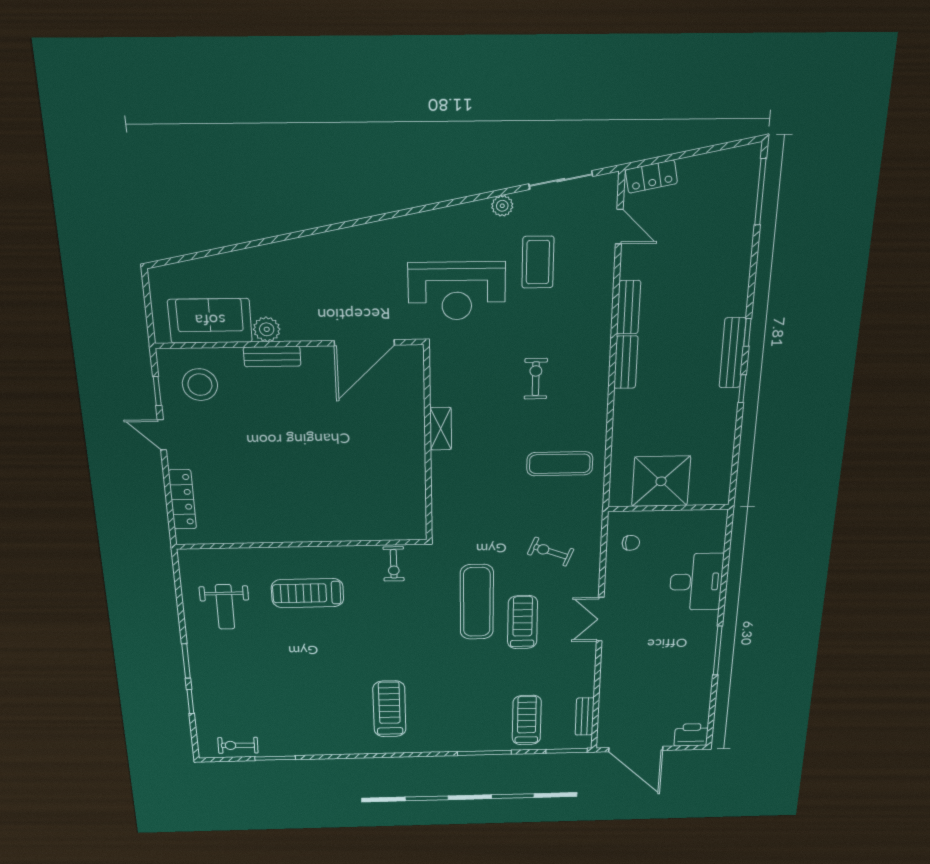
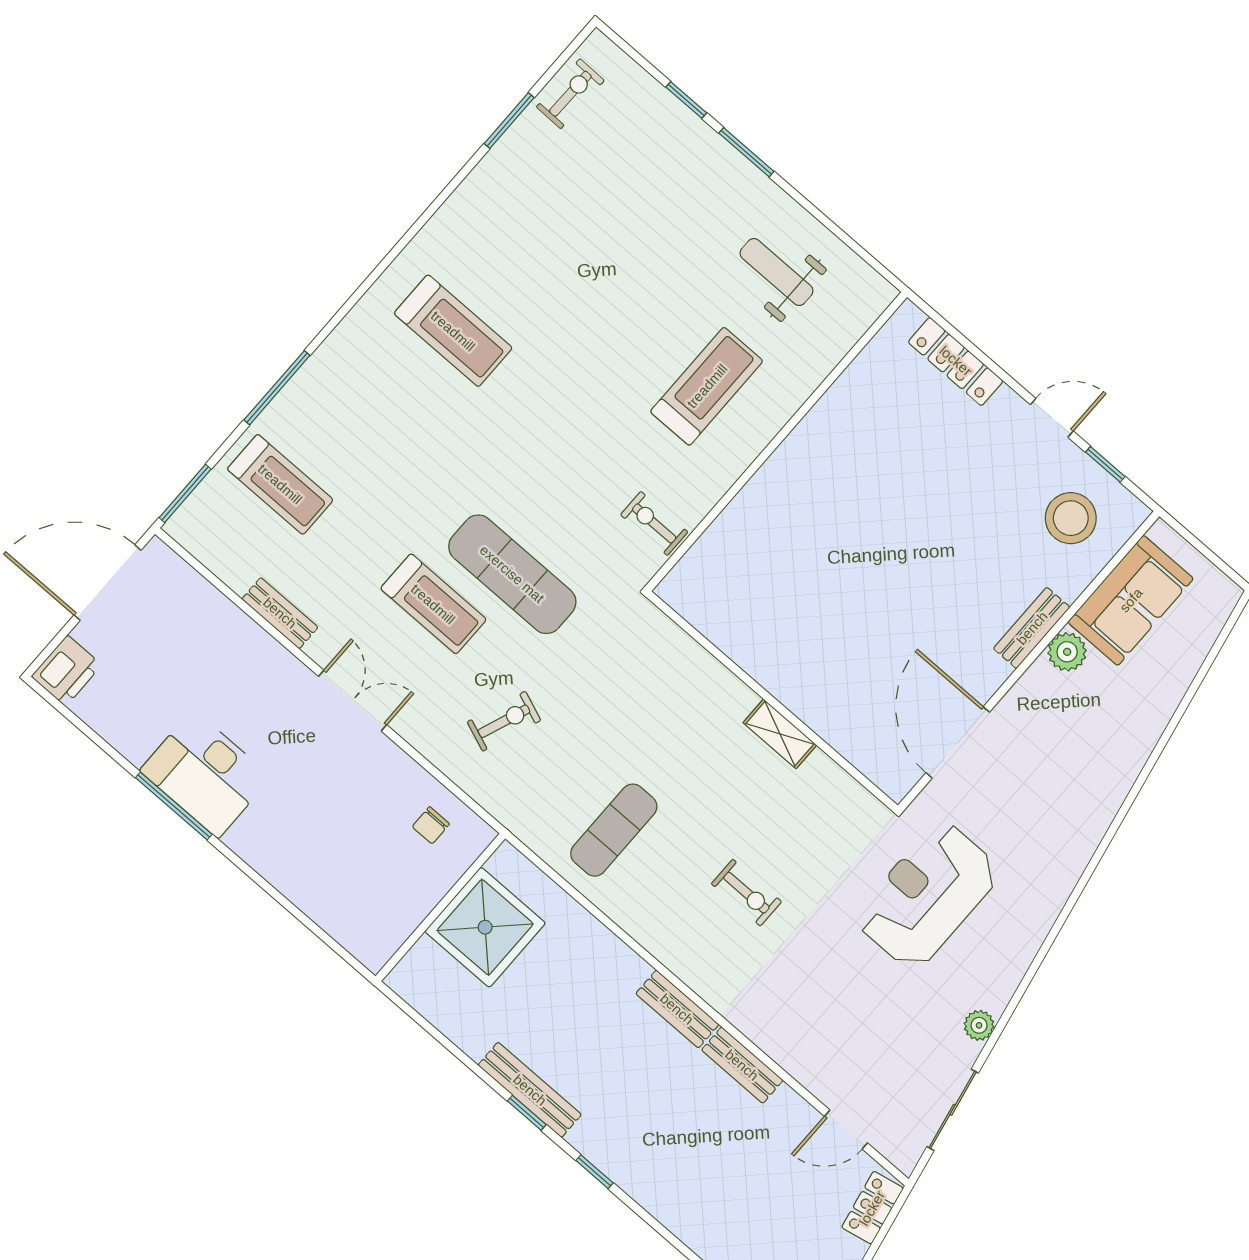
coffee table: (538, 262) -> (883, 1010), removed
bench: (732, 353) -> (530, 1090), moved
desk: (696, 582) -> (205, 774), moved
bench: (585, 716) -> (280, 613), moved

